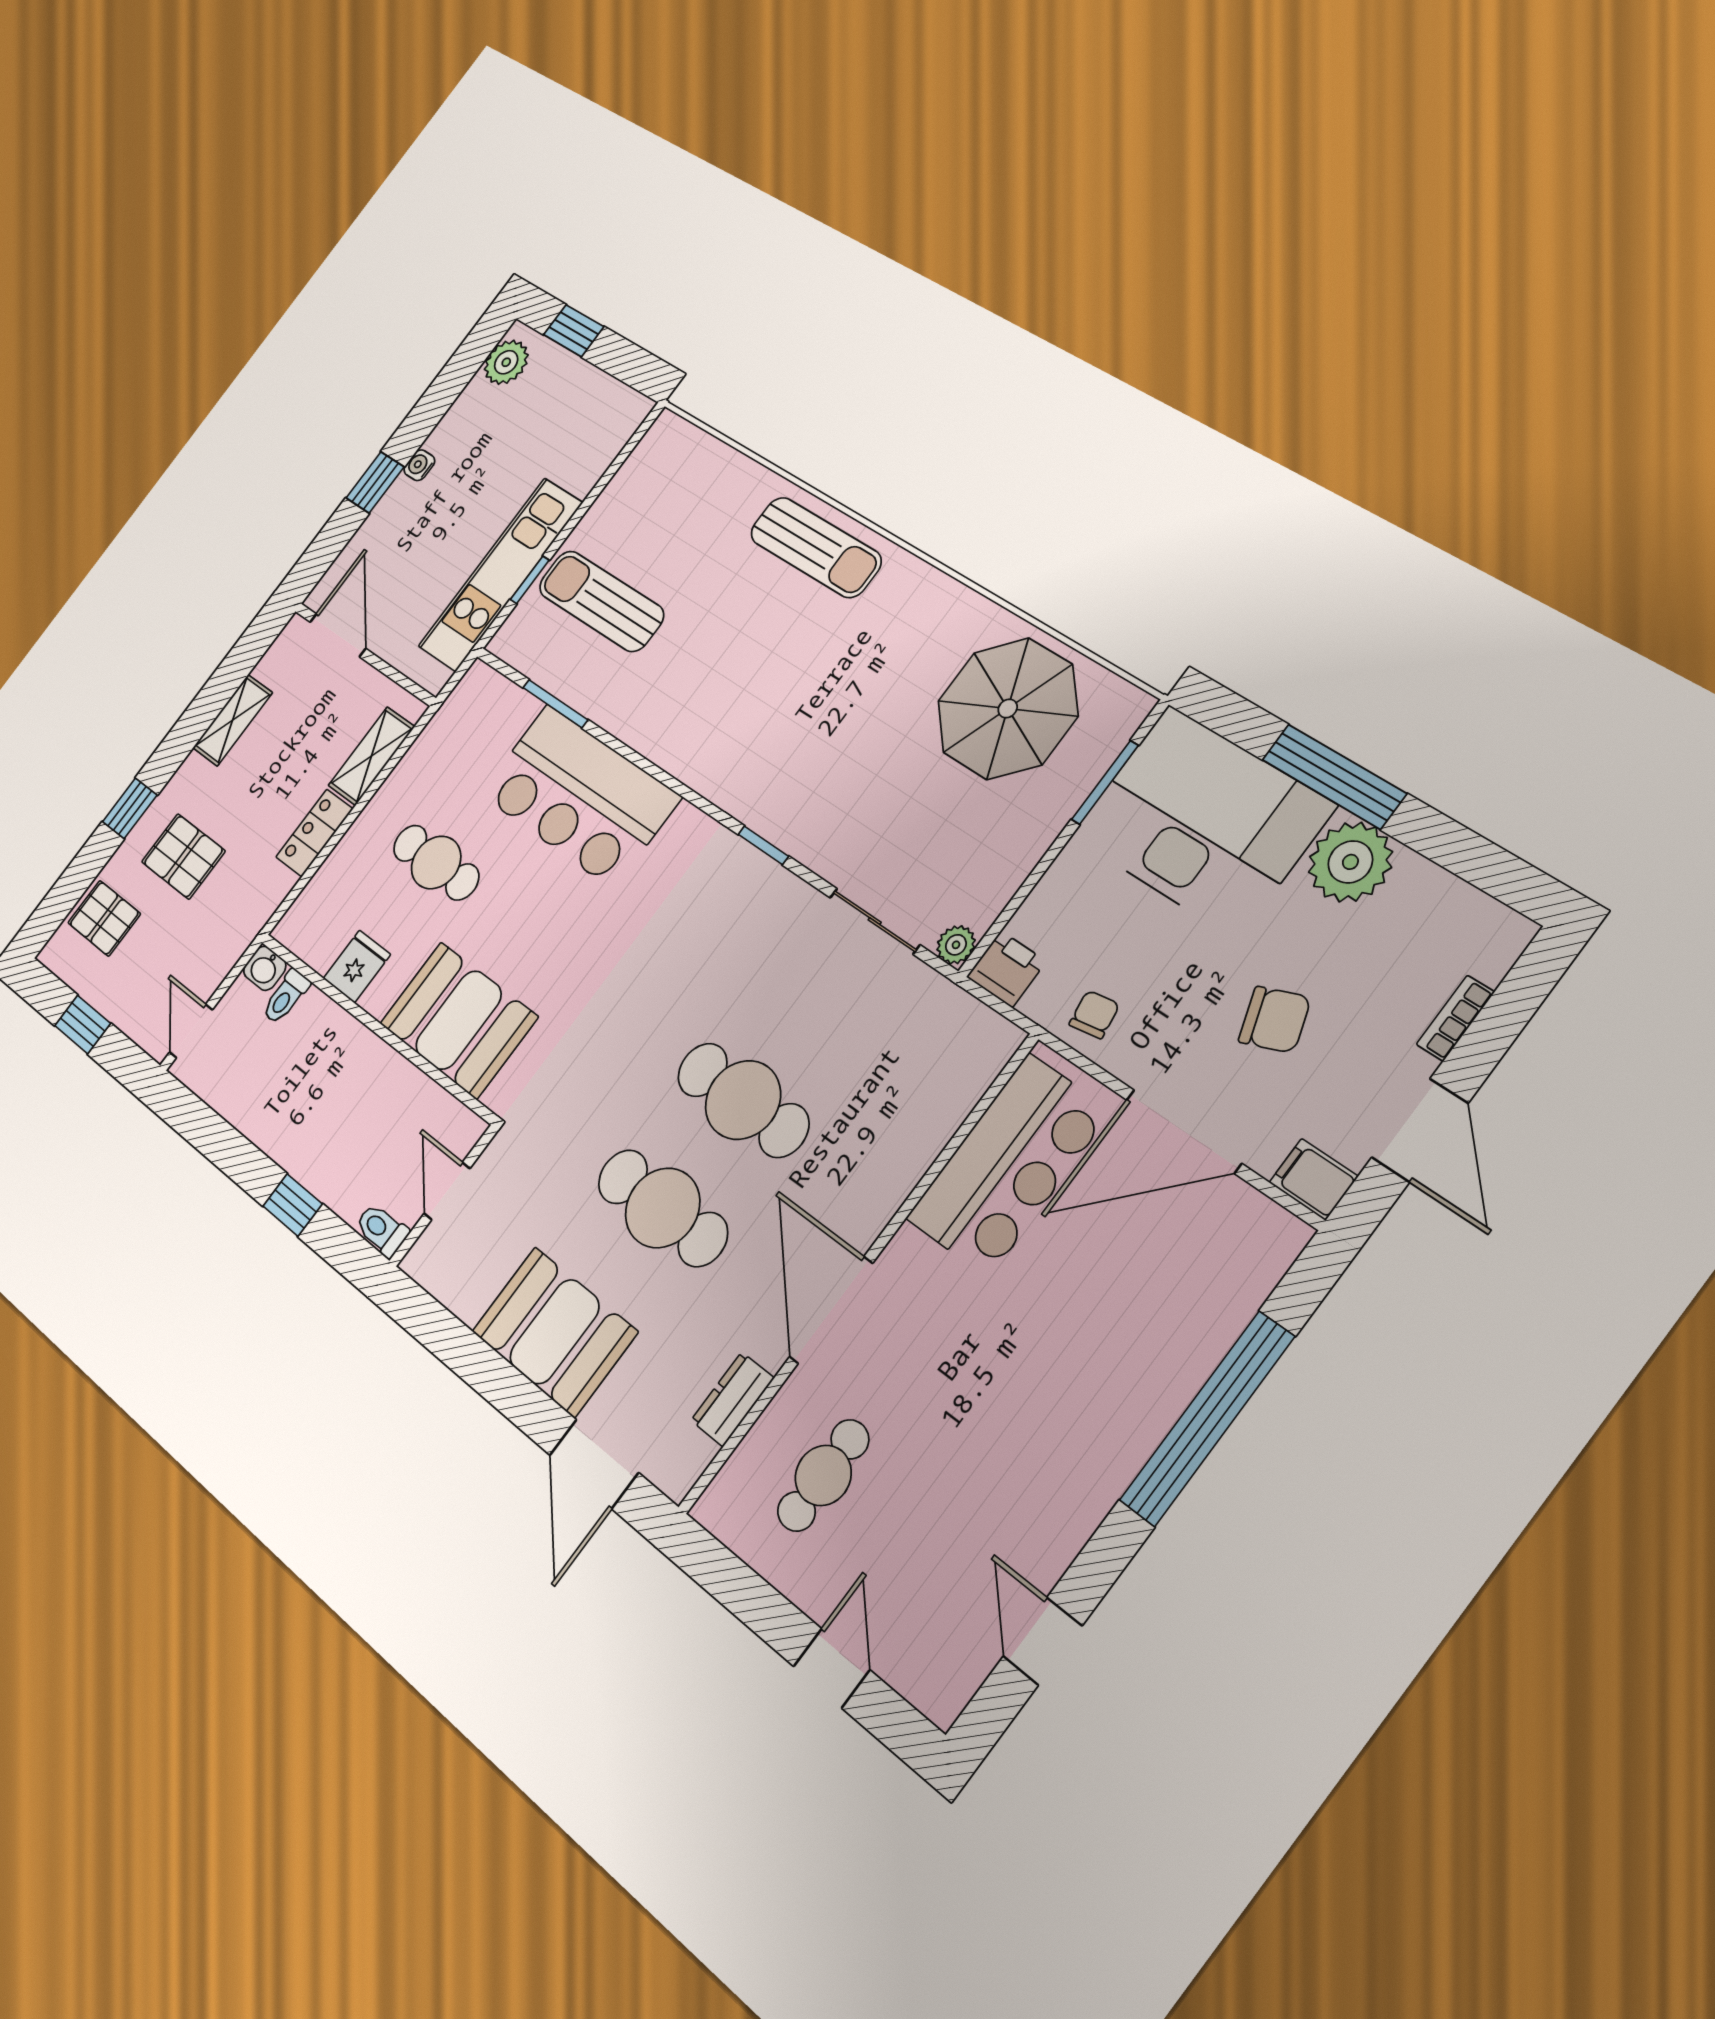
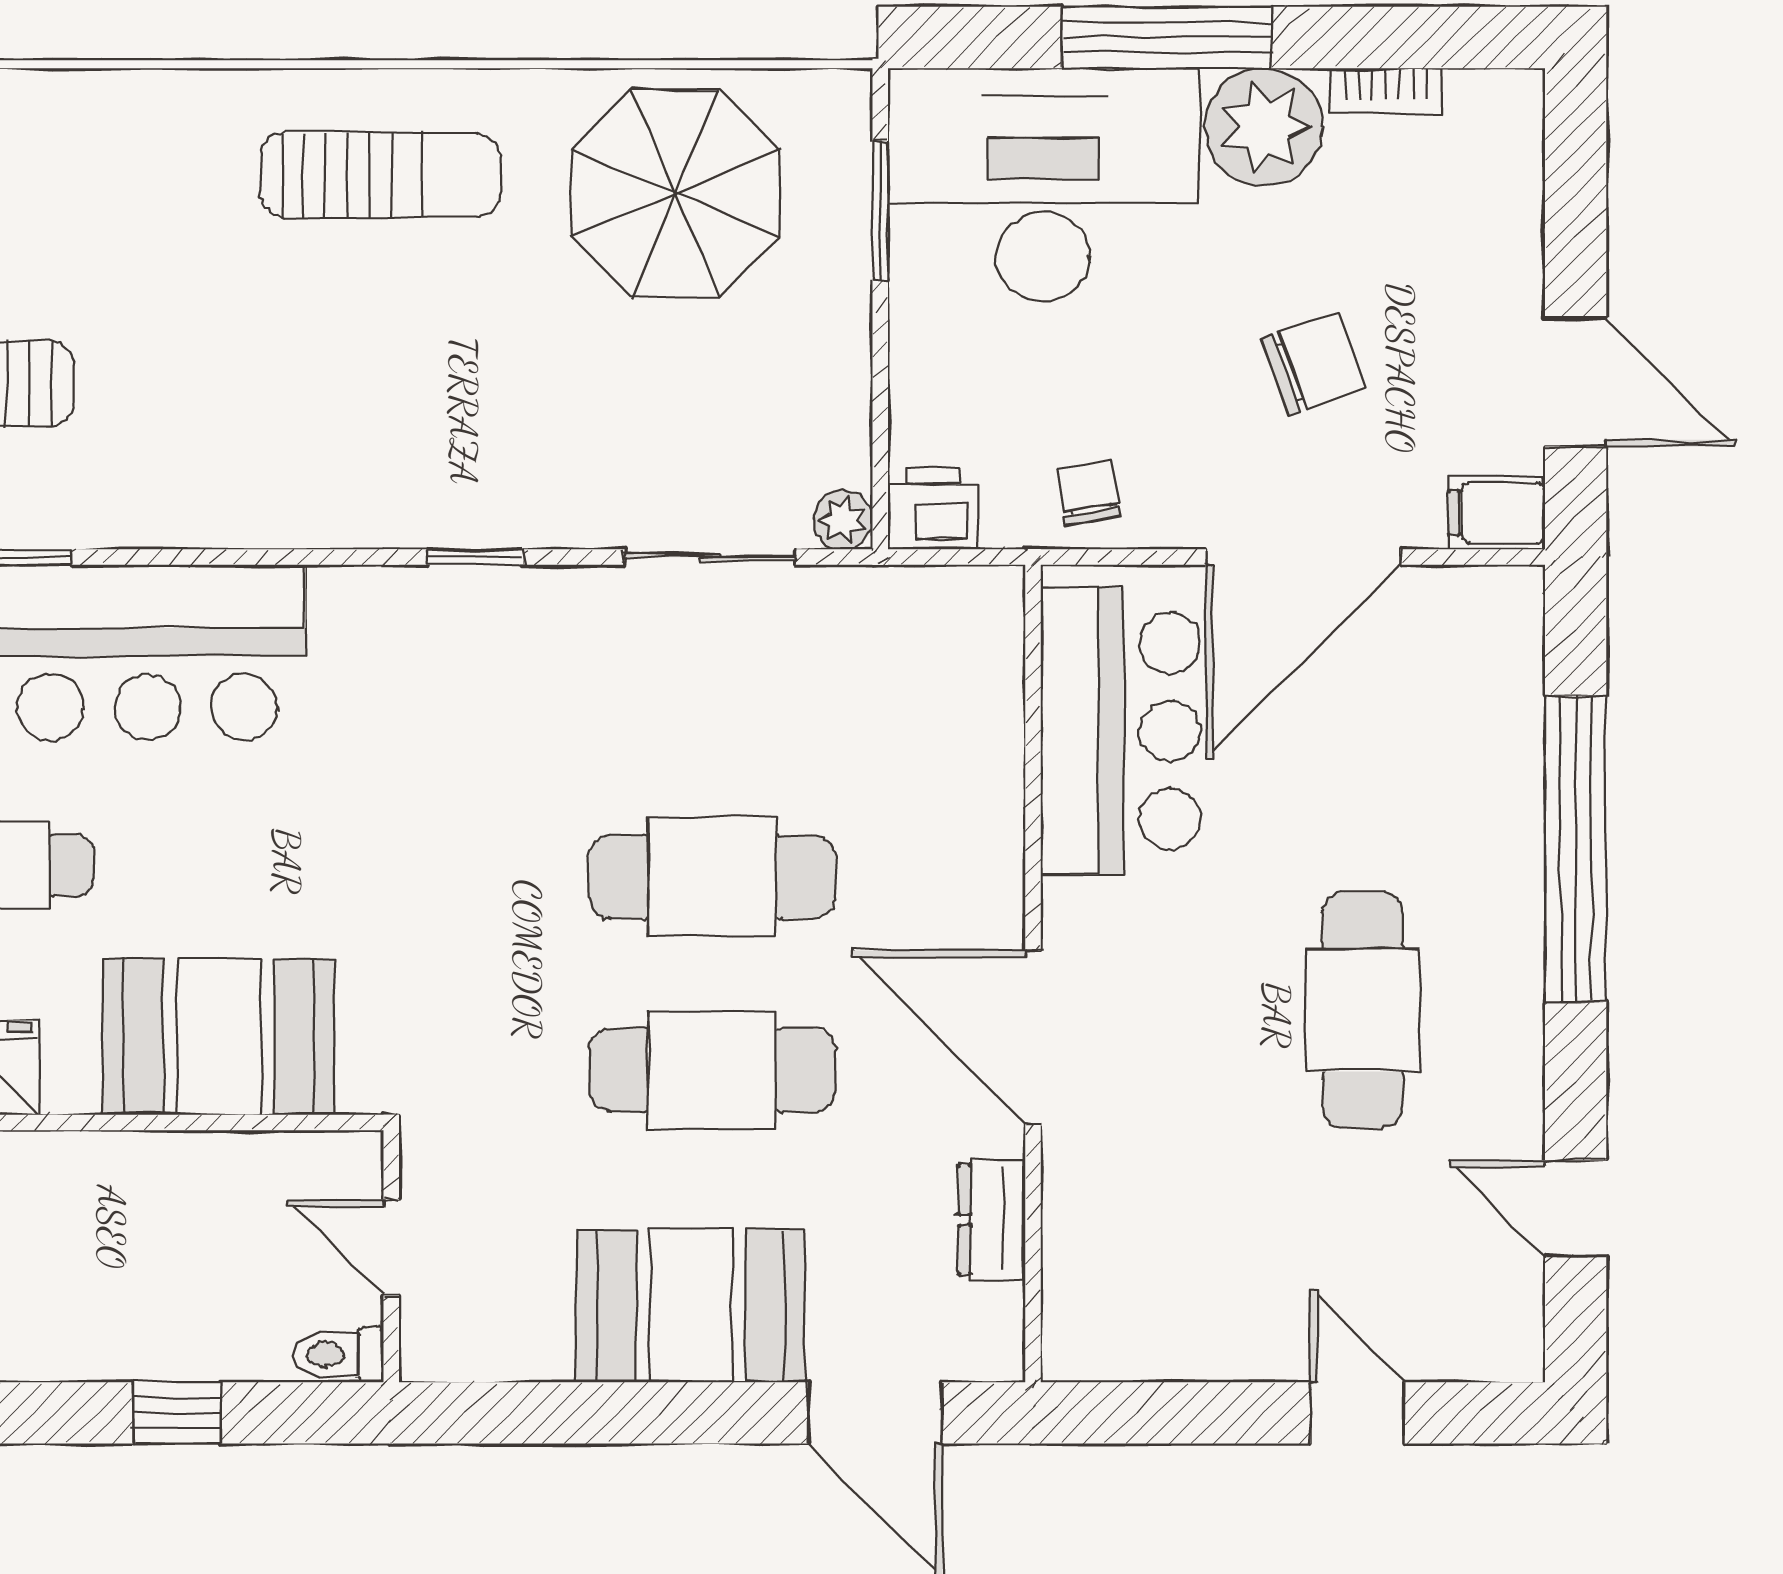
sun lounger: (816, 547) -> (380, 175), moved
bookcase: (1455, 1018) -> (1386, 91), moved, turned -90
cafe table: (823, 1475) -> (1363, 1010), moved, width x1.37, depth x1.35

